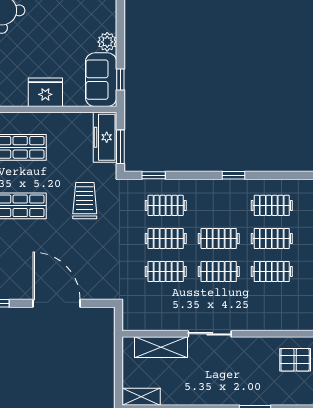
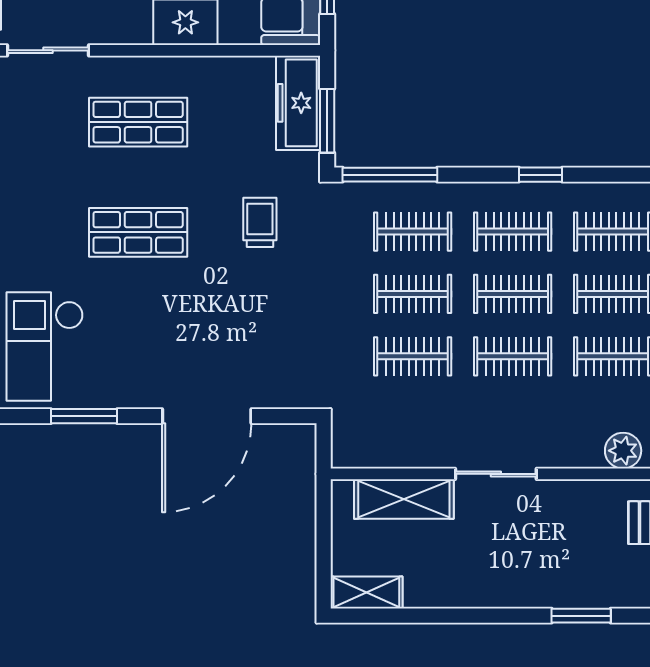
window: (154, 175) -> (390, 175), width x2.17
trolley: (85, 201) -> (260, 222), width x0.73, depth x0.72
clothes rail: (219, 205) -> (513, 232), added
door: (57, 303) -> (207, 416), swing flipped
plant: (277, 322) -> (623, 451), added

